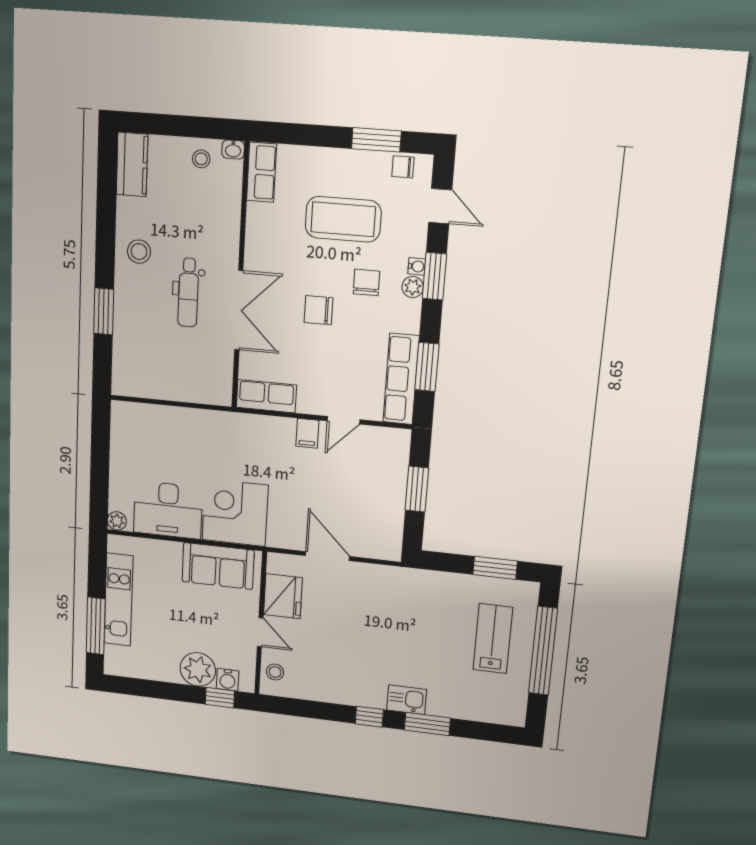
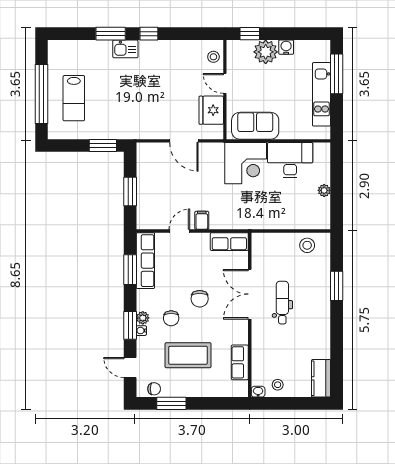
row of seats: (262, 172) -> (240, 362), moved
stool: (139, 252) -> (307, 245), moved
chair: (318, 310) -> (200, 299), turned 90
plant: (117, 521) -> (324, 190), moved
window: (495, 568) -> (103, 146), moved
water cooler: (228, 680) -> (286, 47), moved

